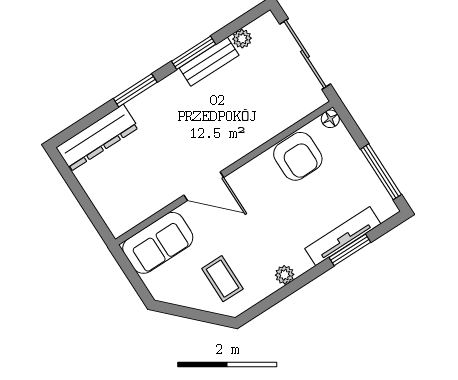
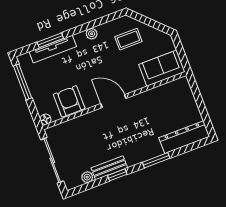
window: (194, 53) -> (117, 175), width x0.67
door: (204, 186) -> (113, 101), moved
coffee table: (222, 279) -> (128, 39), turned 90

